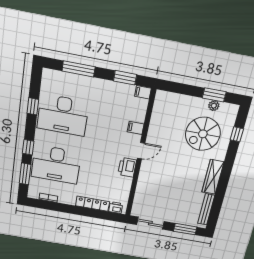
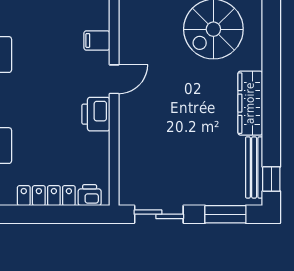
window: (237, 134) -> (271, 179), moved

